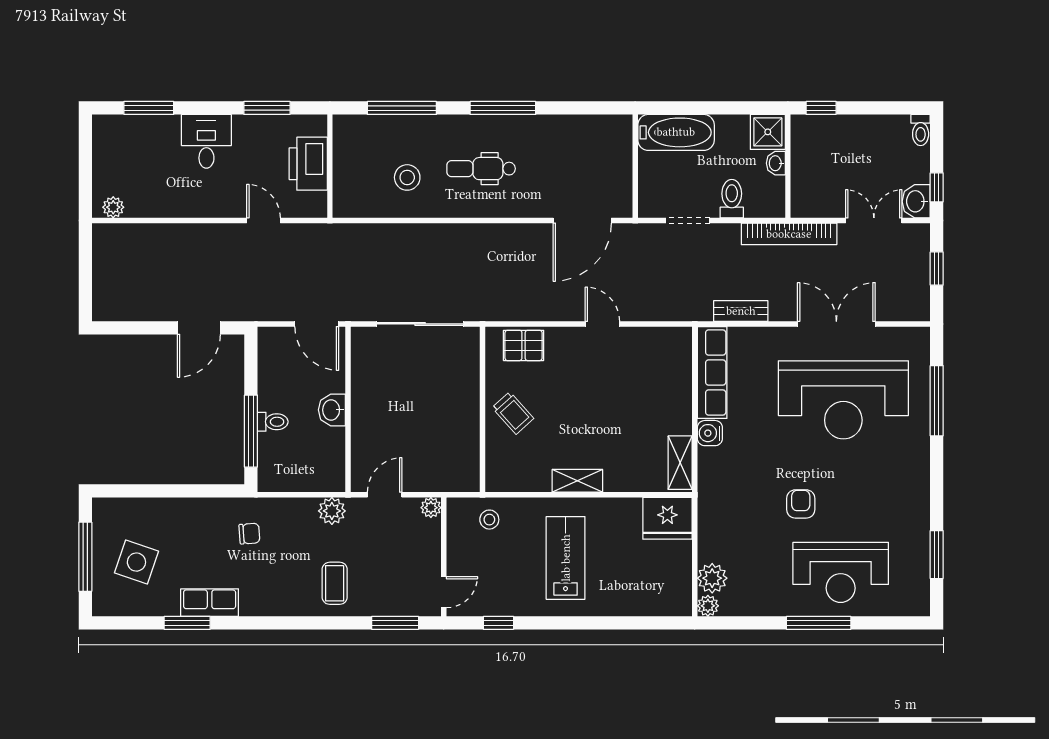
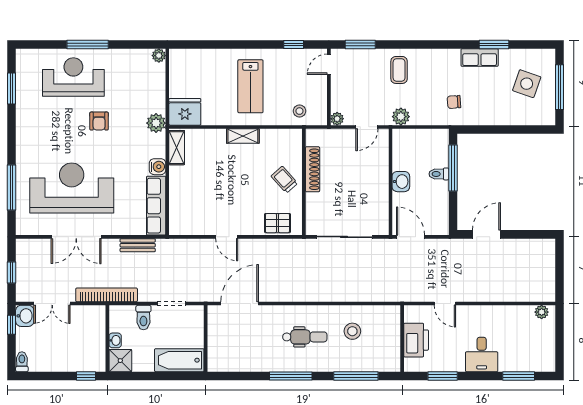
shoe rack: (469, 429) -> (313, 169), added
plant: (712, 578) -> (156, 123), moved

